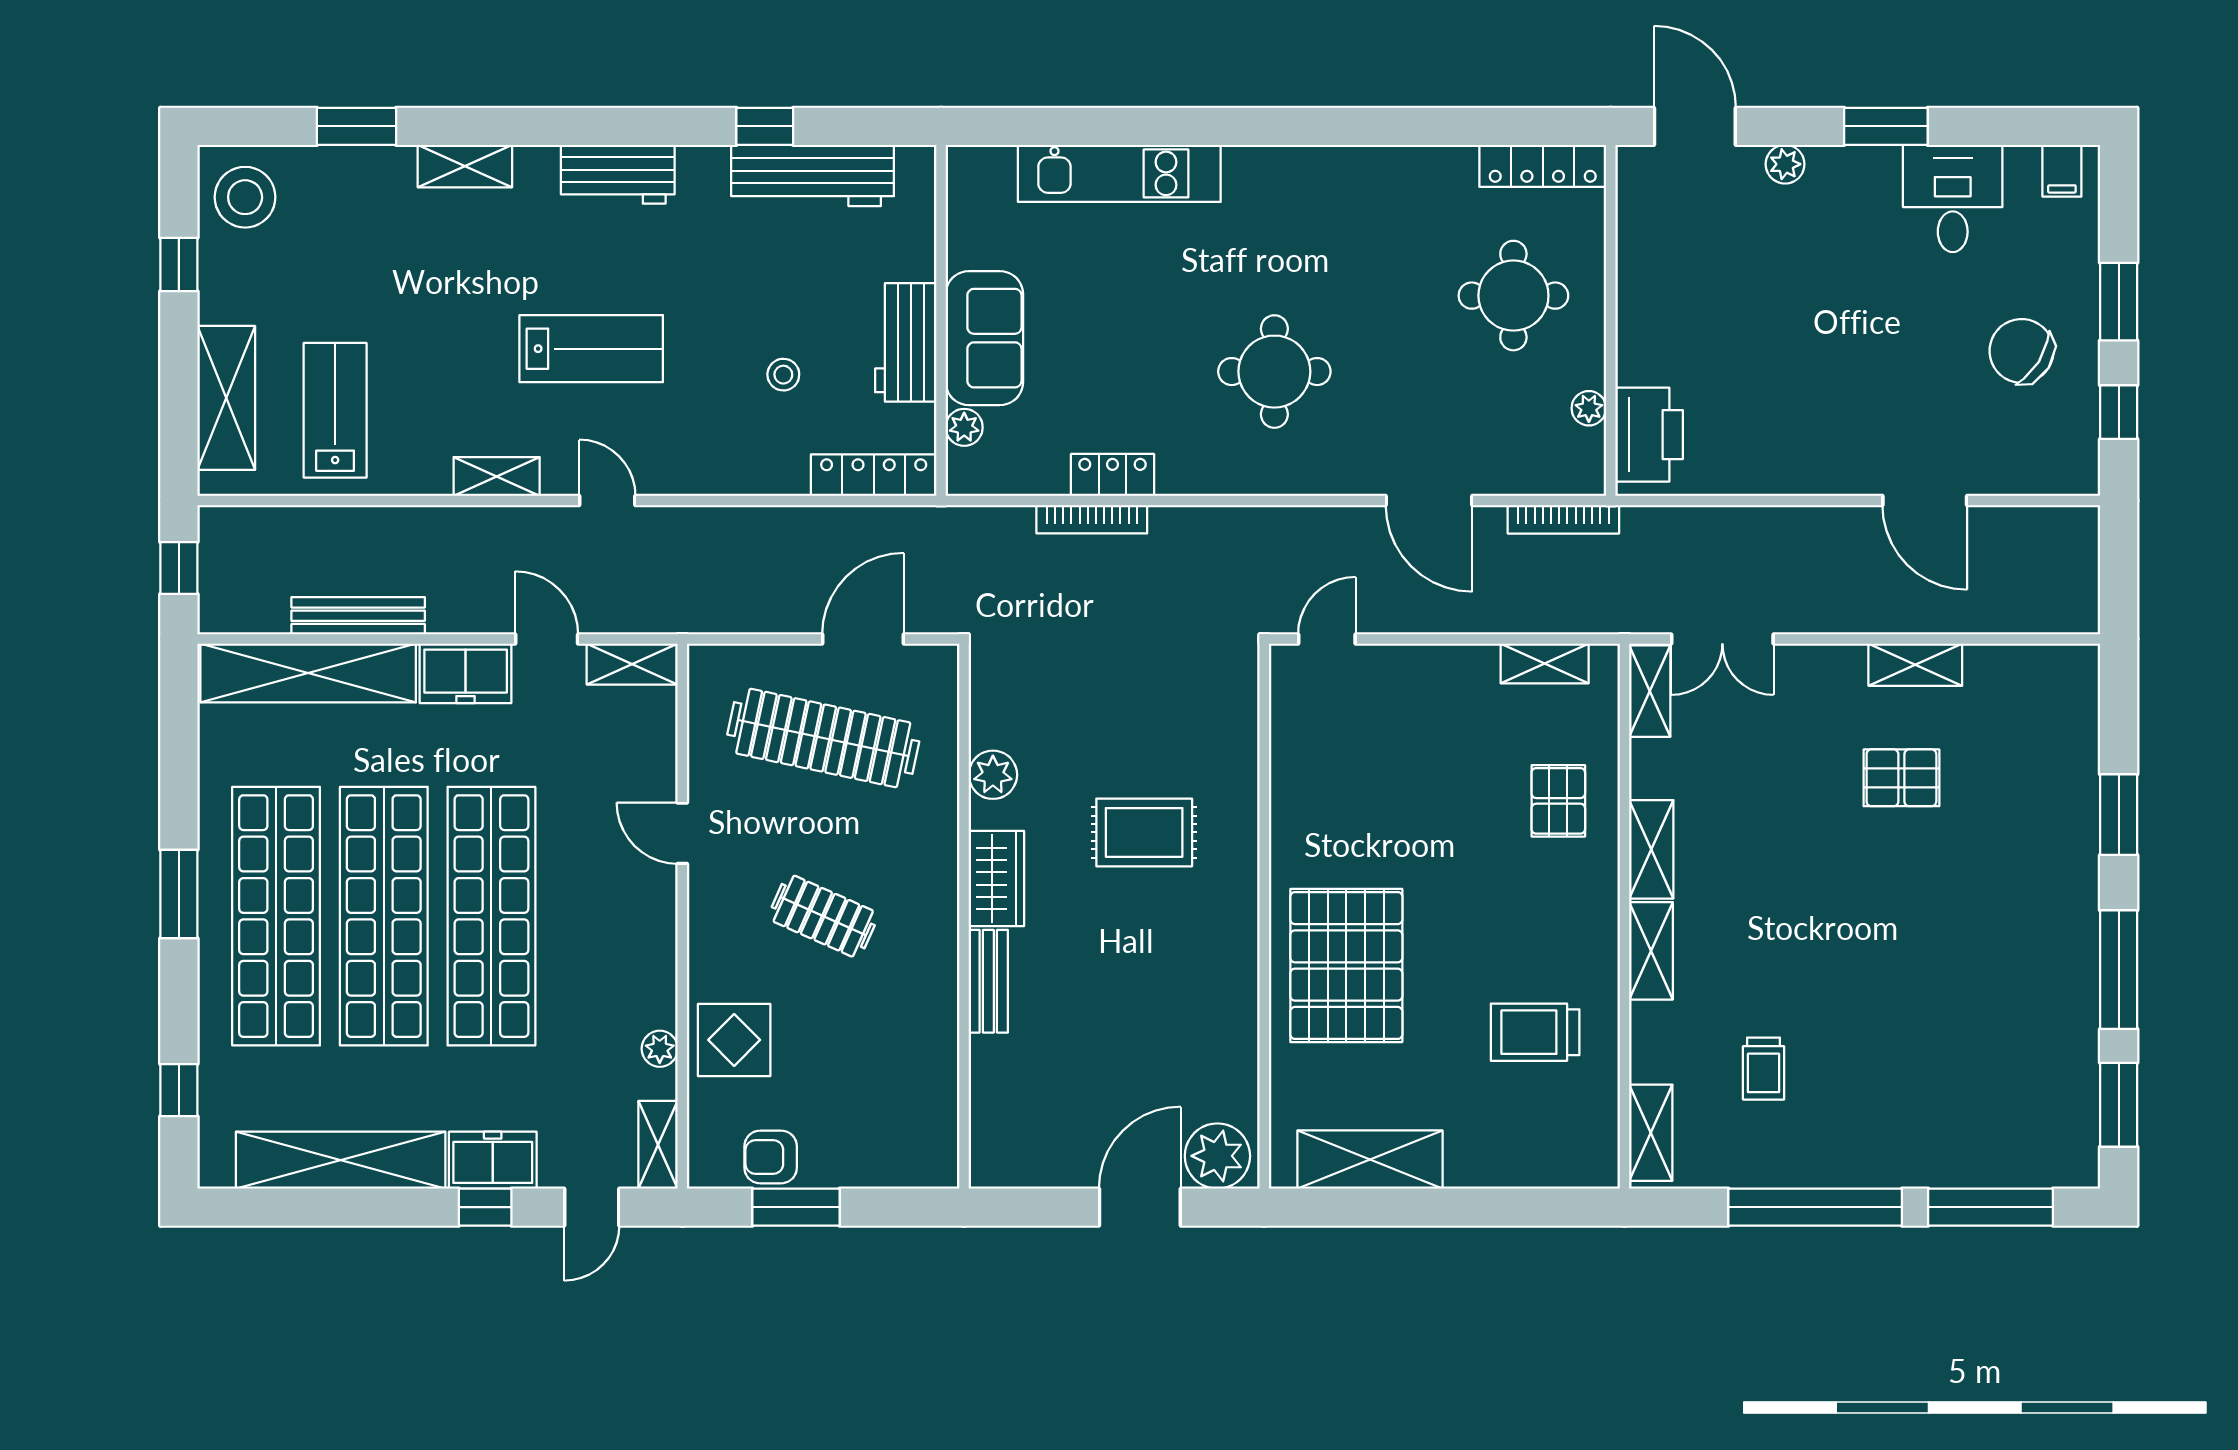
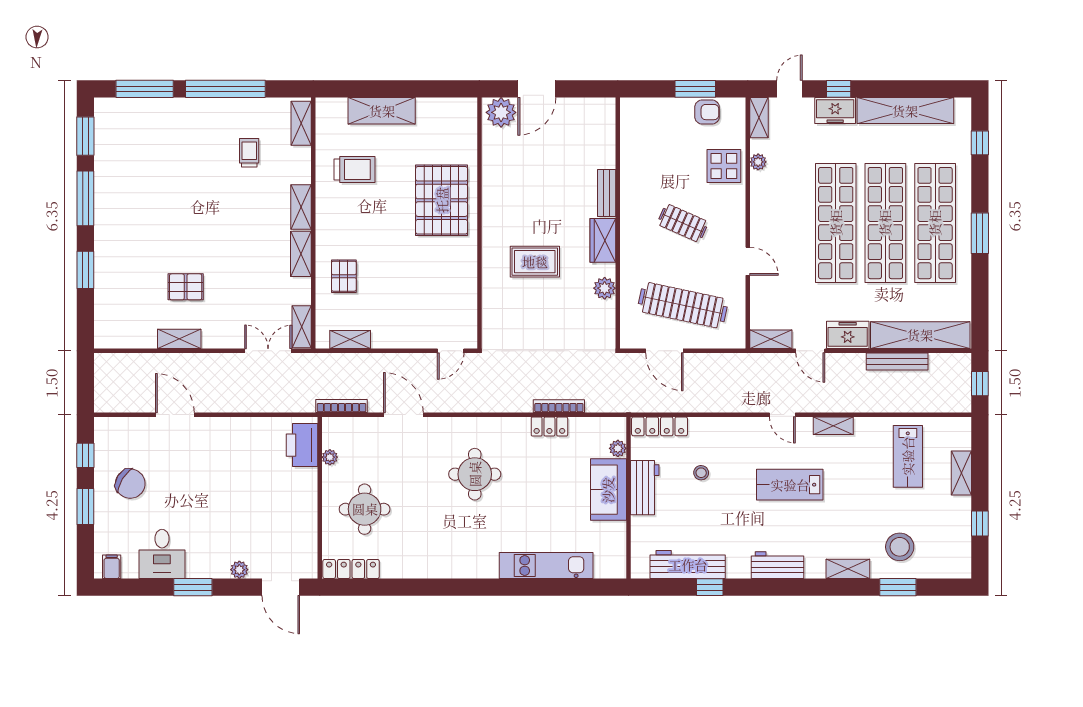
stool: (245, 197) -> (900, 547), moved
shelving: (226, 398) -> (961, 473), width x0.67, depth x0.75
door: (863, 639) -> (664, 351), hinge flipped
shelving: (1370, 1160) -> (382, 111), moved

